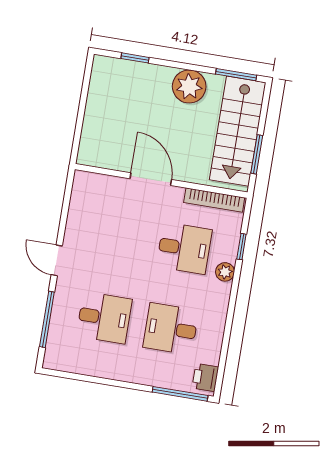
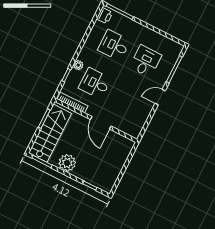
door: (57, 260) -> (160, 97), swing flipped
desk: (104, 318) -> (146, 61), turned 90
desk: (171, 329) -> (114, 45), turned 180

